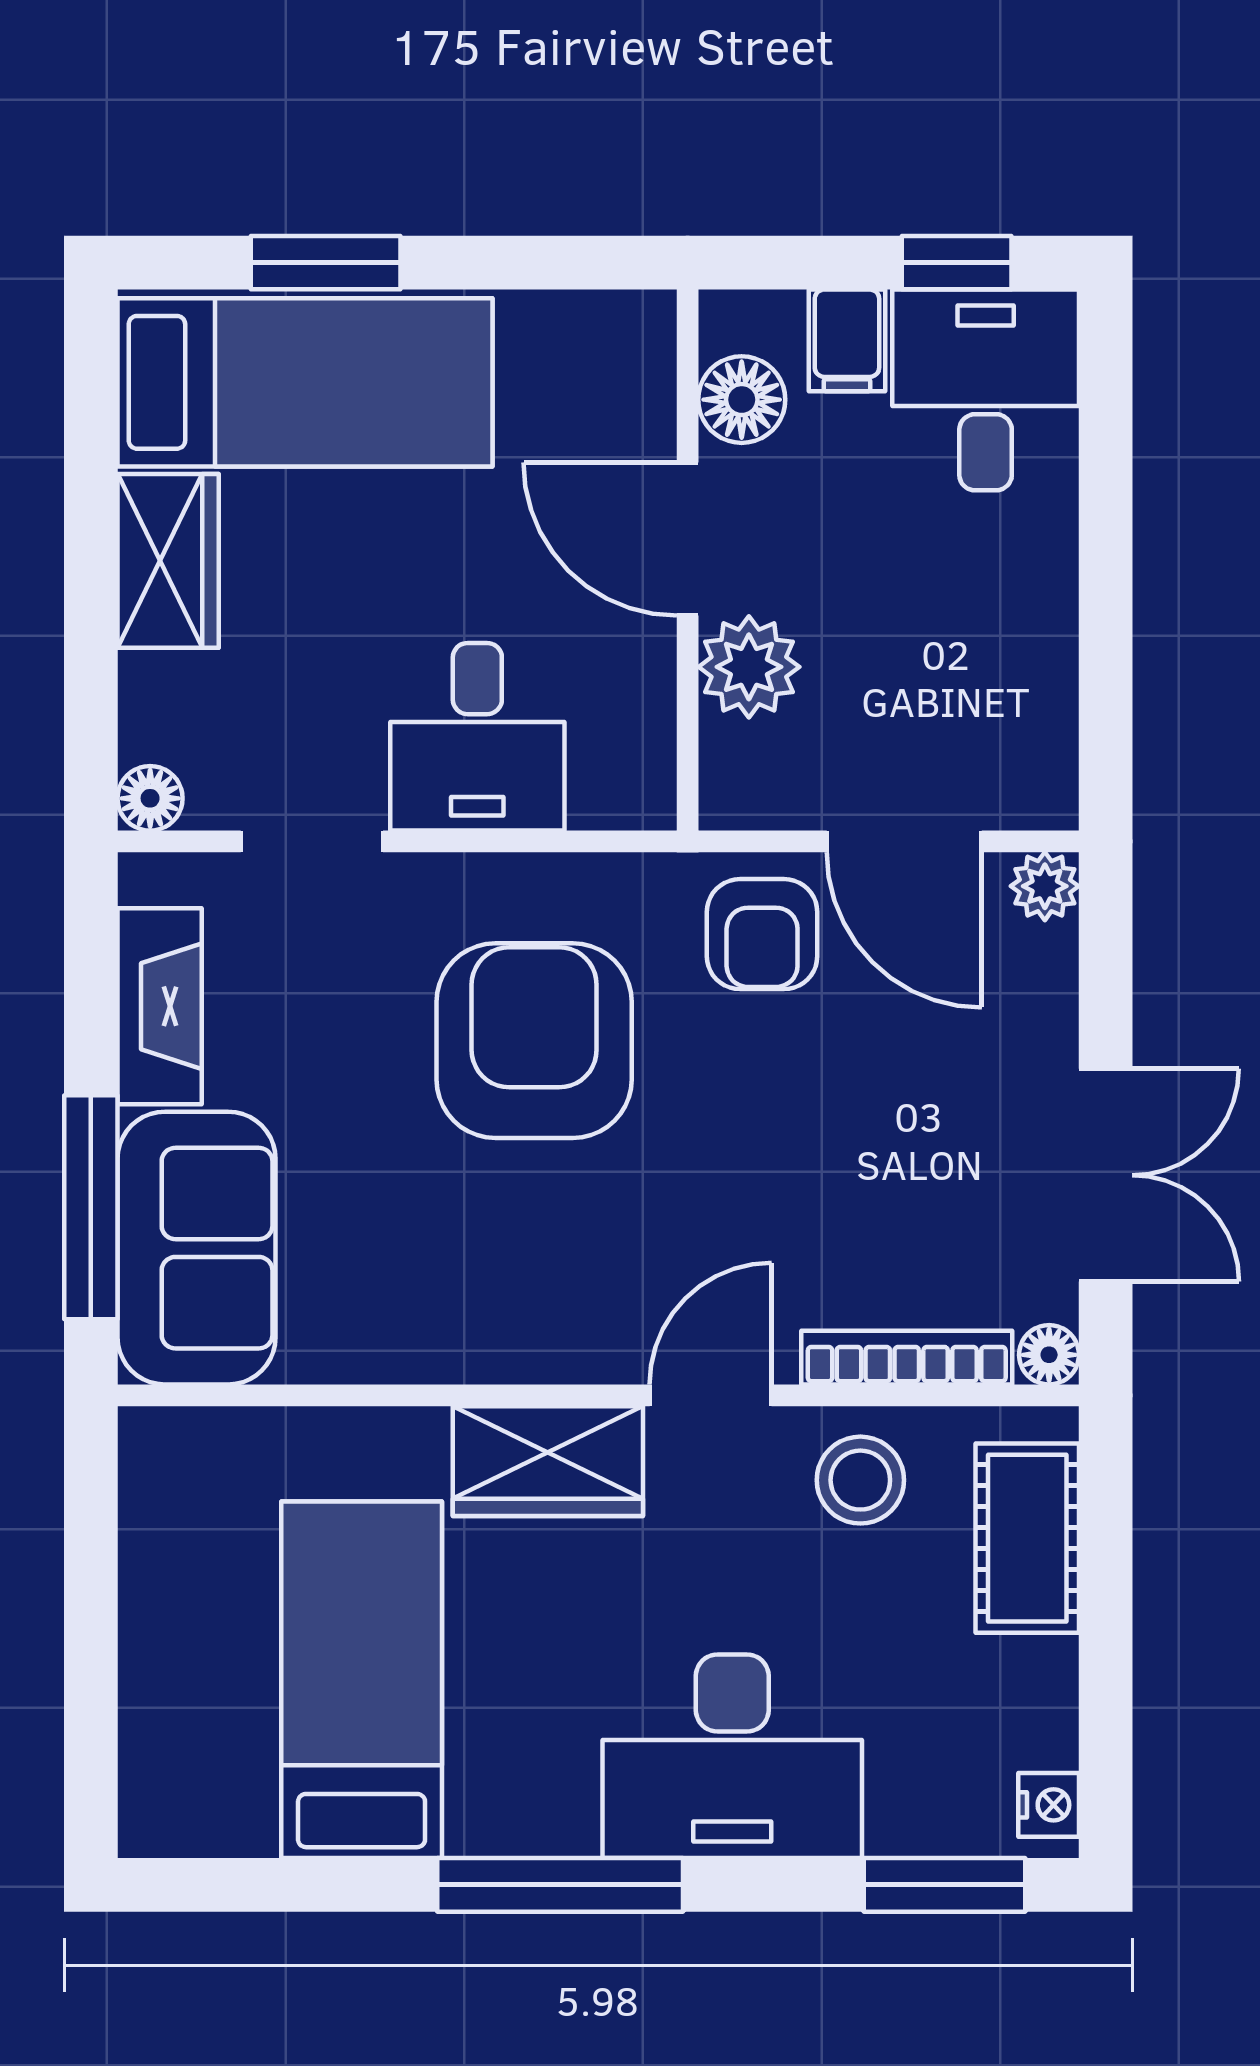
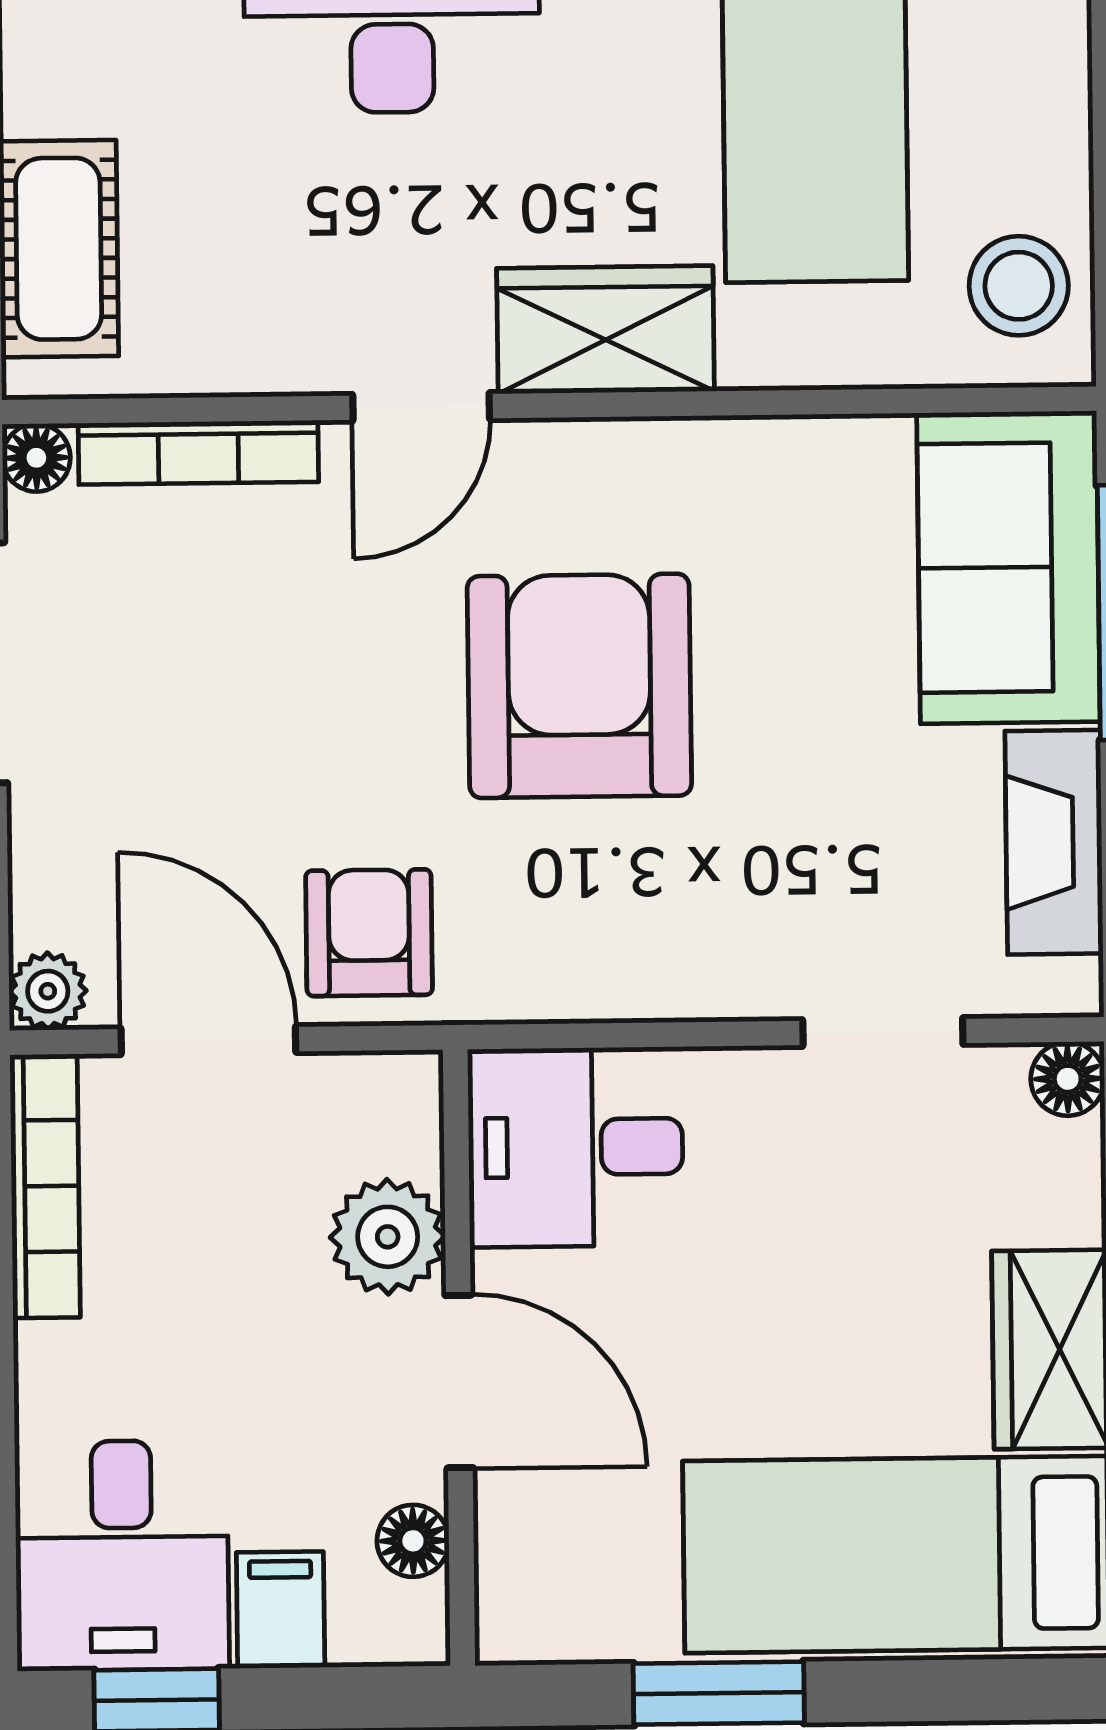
window: (326, 263) -> (719, 1693), moved
floor lamp: (742, 400) -> (413, 1541), width x0.73, depth x0.73
bookcase: (1049, 715) -> (45, 1186), added
desk: (477, 737) -> (576, 1147), moved, turned -90
armchair: (534, 1041) -> (579, 686), moved, turned 180
stool: (860, 1480) -> (1019, 286), moved

